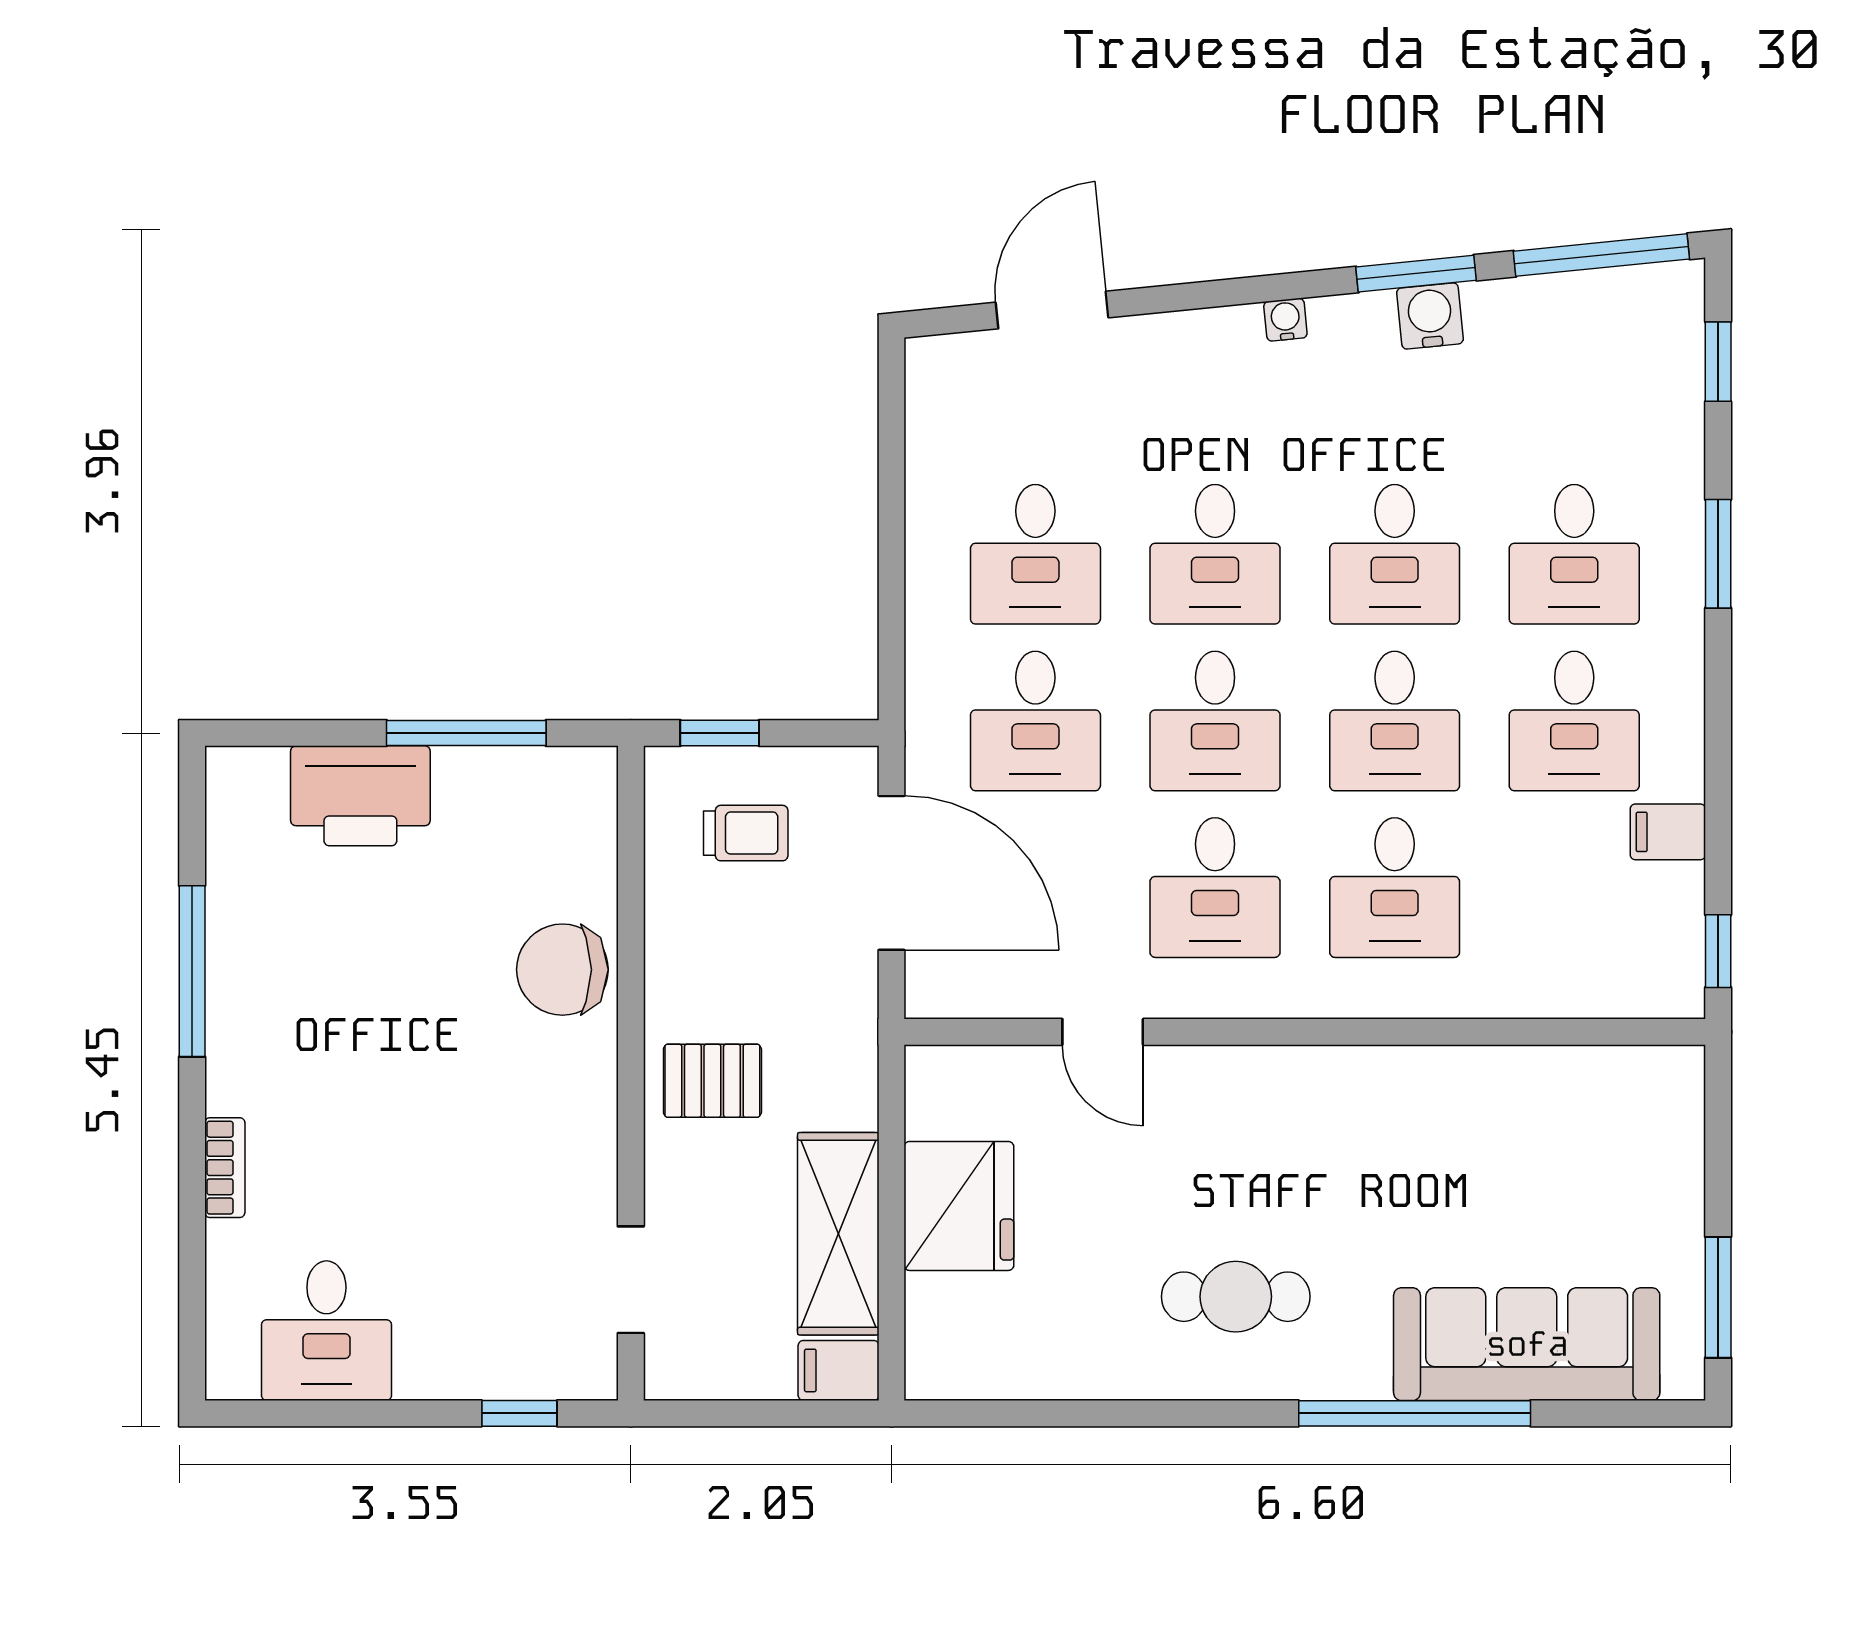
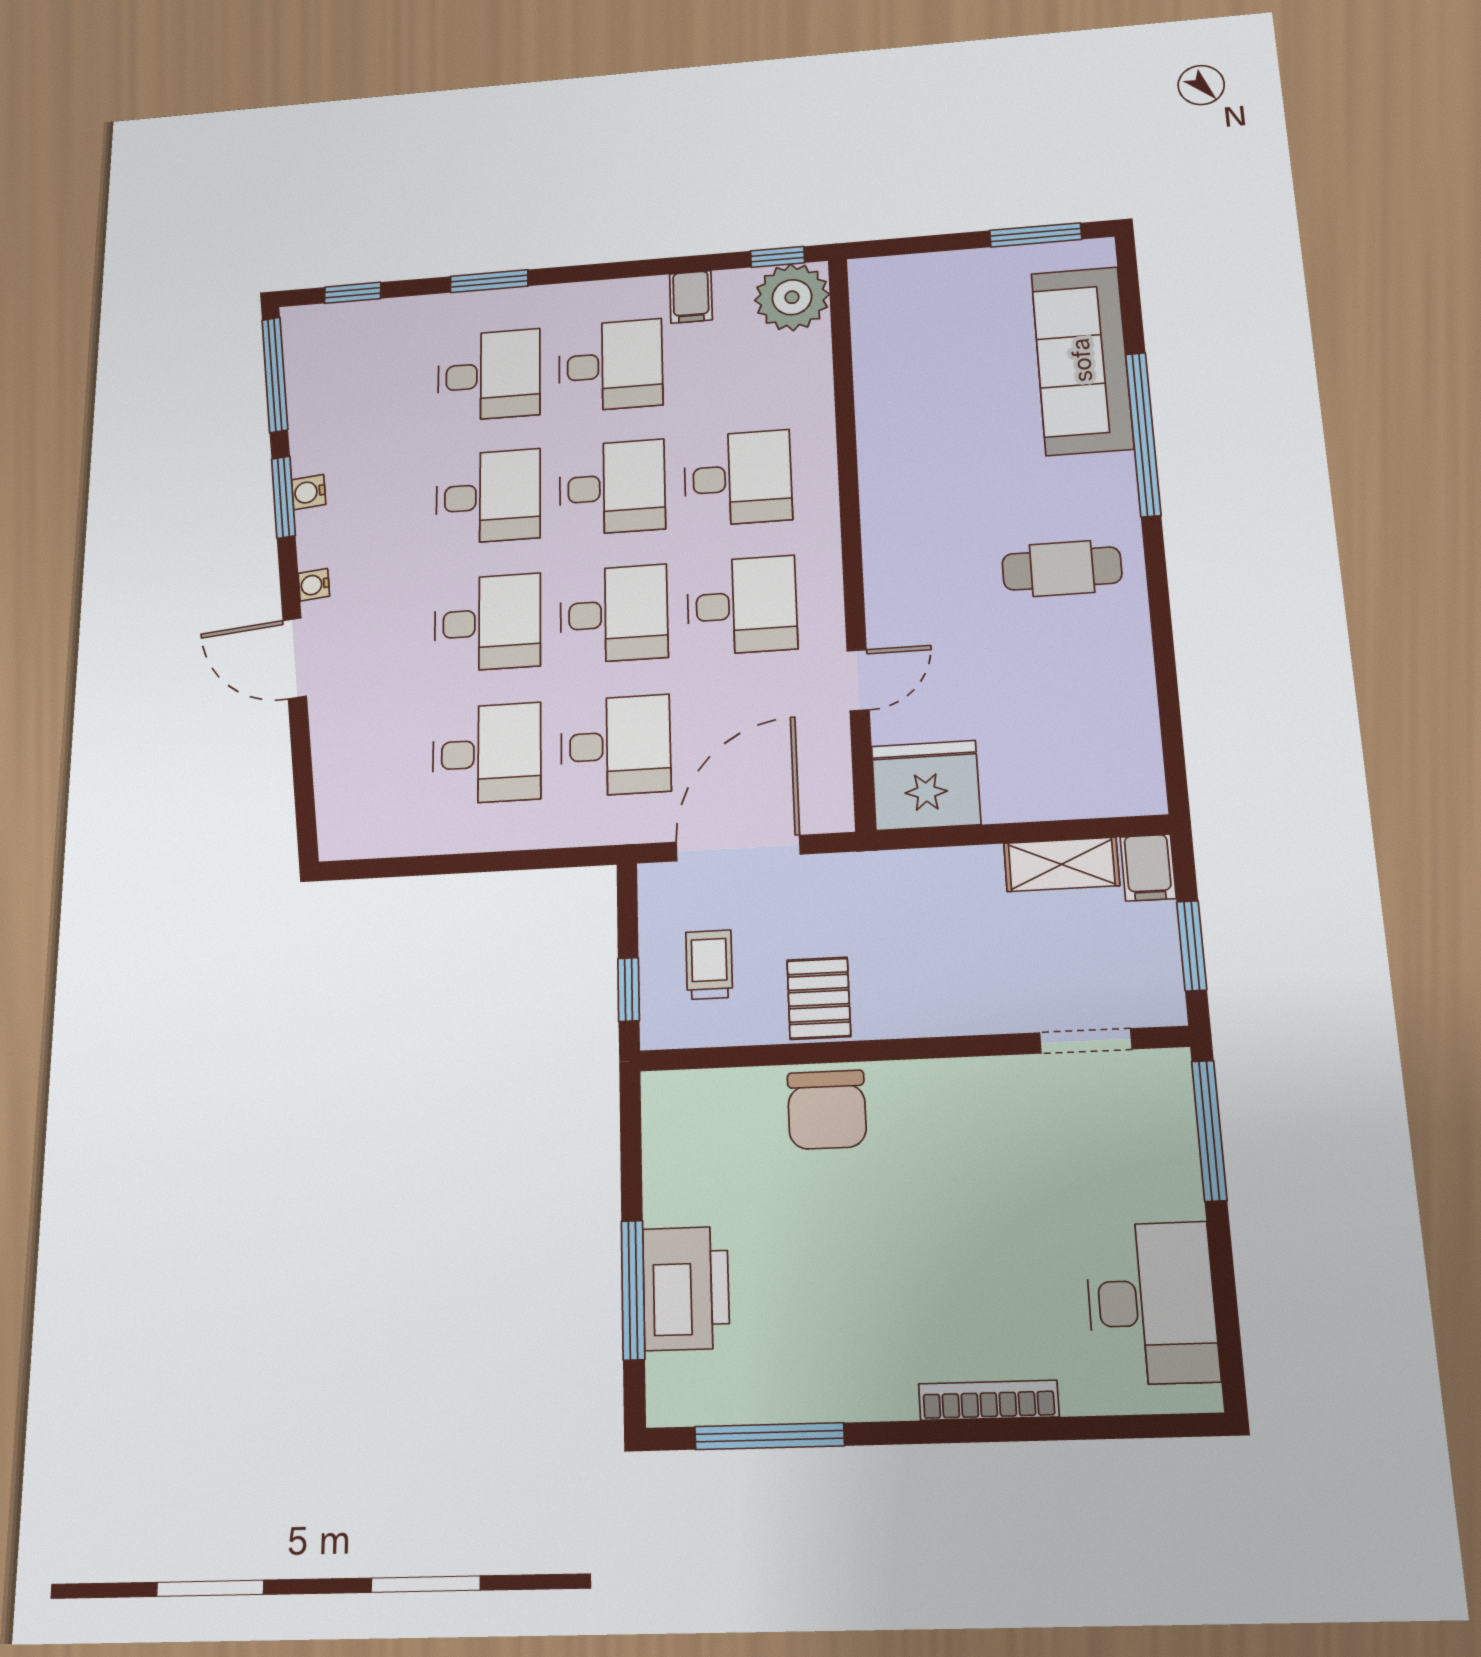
door: (1052, 310) -> (295, 658), moved
water cooler: (1430, 316) -> (309, 492), width x0.72, depth x0.72
window: (466, 733) -> (633, 1290), moved
plant: (1655, 969) -> (792, 297), added
window: (192, 971) -> (769, 1436), moved
pallet: (712, 1081) -> (819, 998), moved
bookcase: (225, 1168) -> (989, 1400), width x1.56
fridge: (959, 1206) -> (926, 785), moved
shelving: (838, 1234) -> (1062, 864), width x0.67, depth x0.75
cafe table: (1236, 1297) -> (1062, 569), turned 90
desk: (326, 1331) -> (1152, 1303), width x1.37
window: (519, 1413) -> (1209, 1130), width x2.17
window: (740, 1413) -> (1192, 946), added

